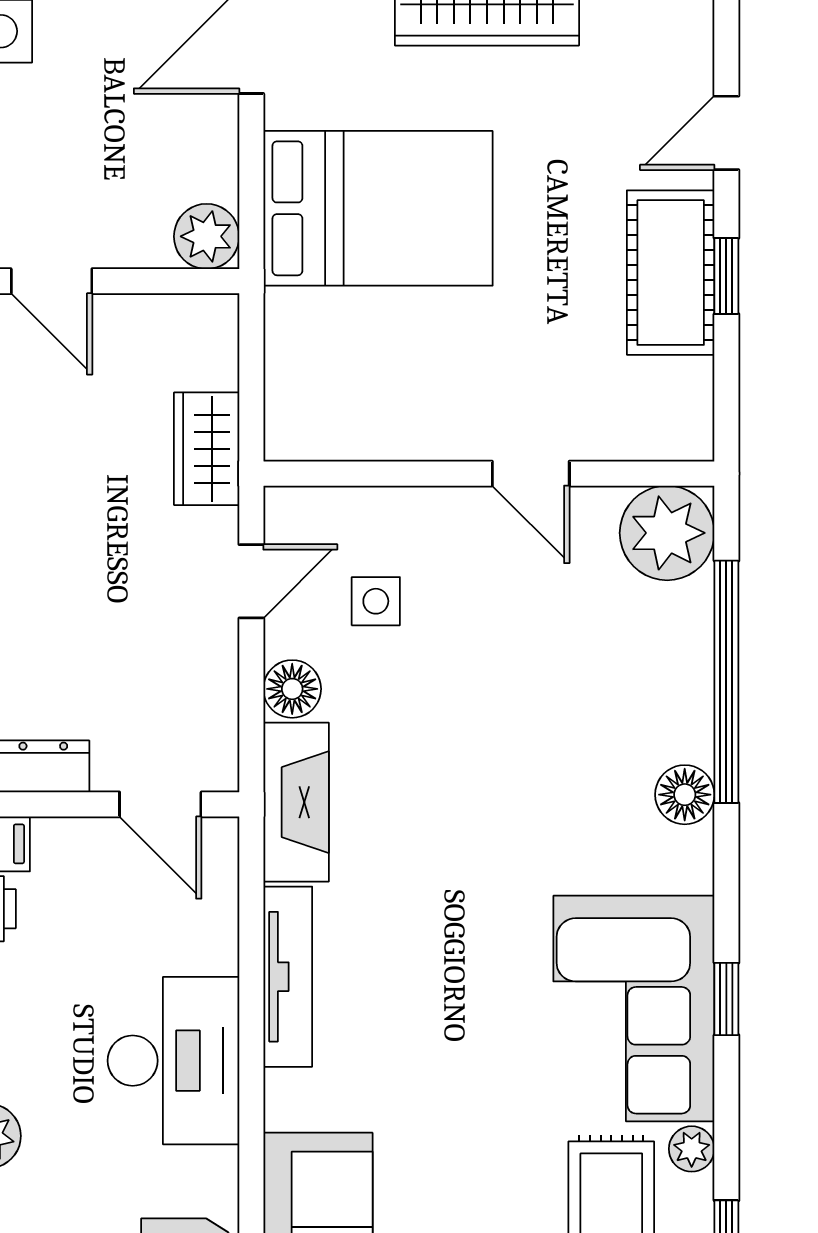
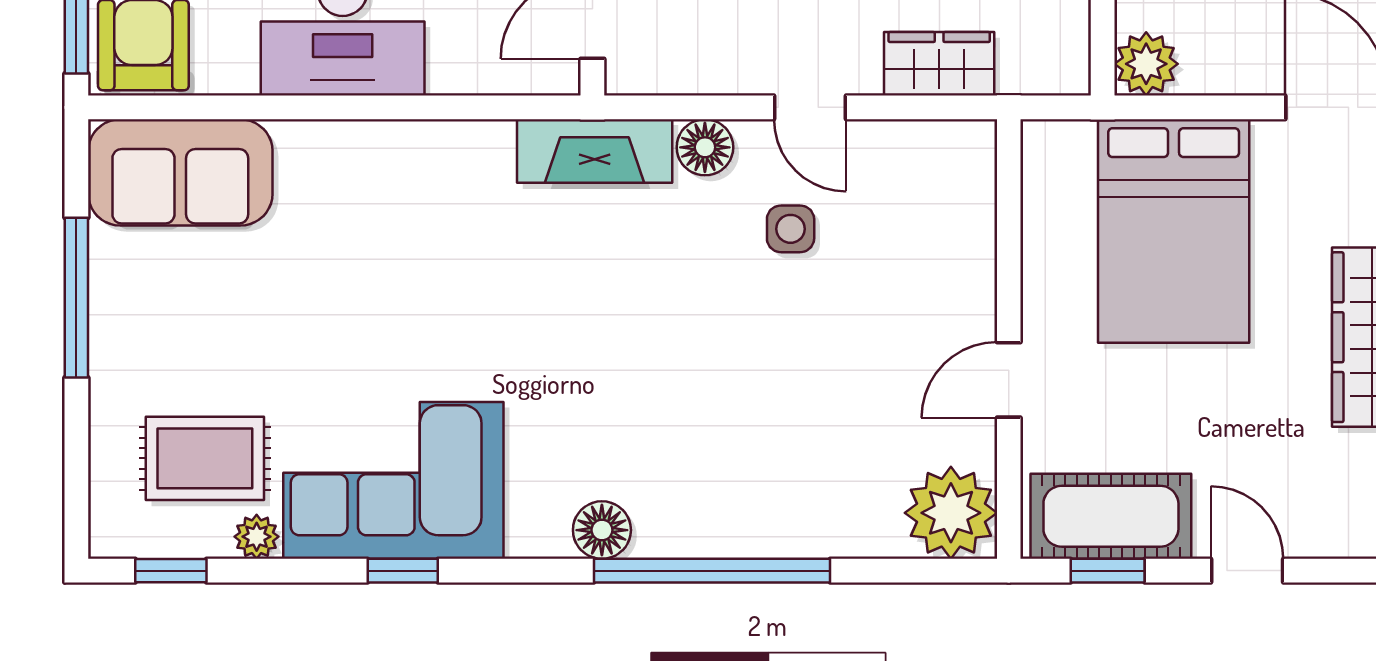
wall: (489, 474) -> (1009, 339), moved
door: (531, 474) -> (1009, 380), moved
plant: (667, 533) -> (951, 513), moved
tv unit: (288, 977) -> (424, 143), removed

